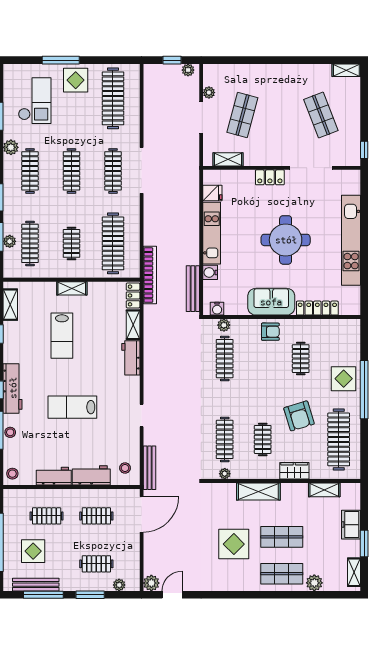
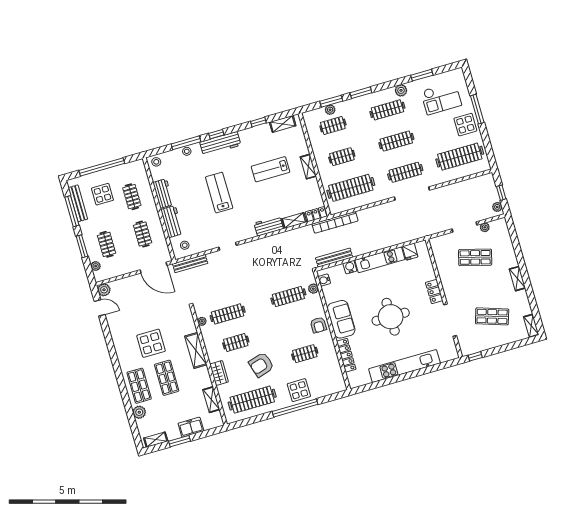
shop shelf: (321, 115) -> (492, 316), turned 39
shelving: (228, 159) -> (517, 279), moved
clothes rail: (30, 243) -> (333, 125), width x0.73

